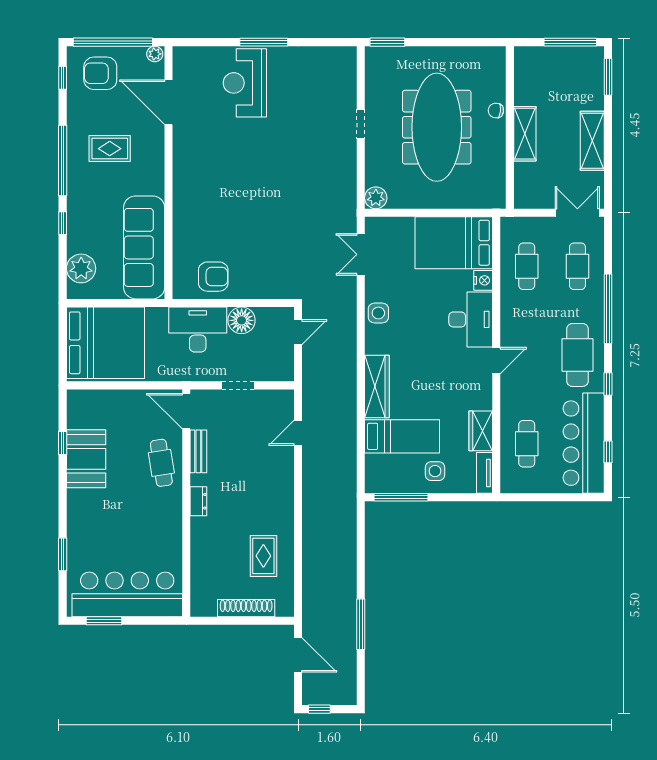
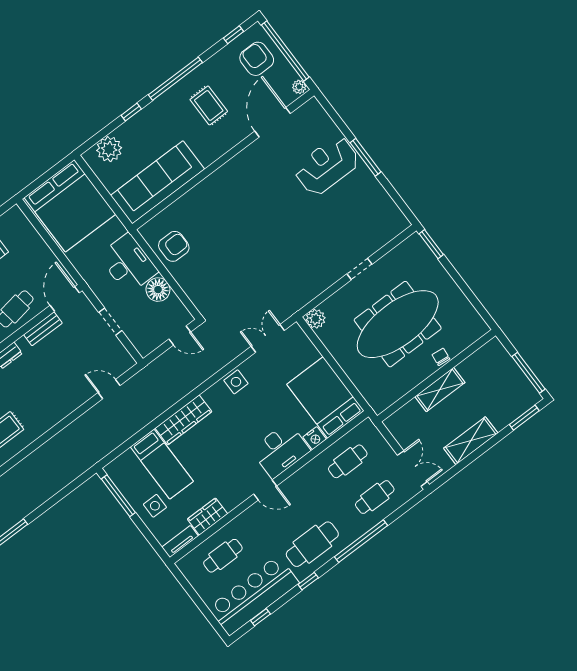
armchair: (213, 277) -> (174, 246), turned -90

